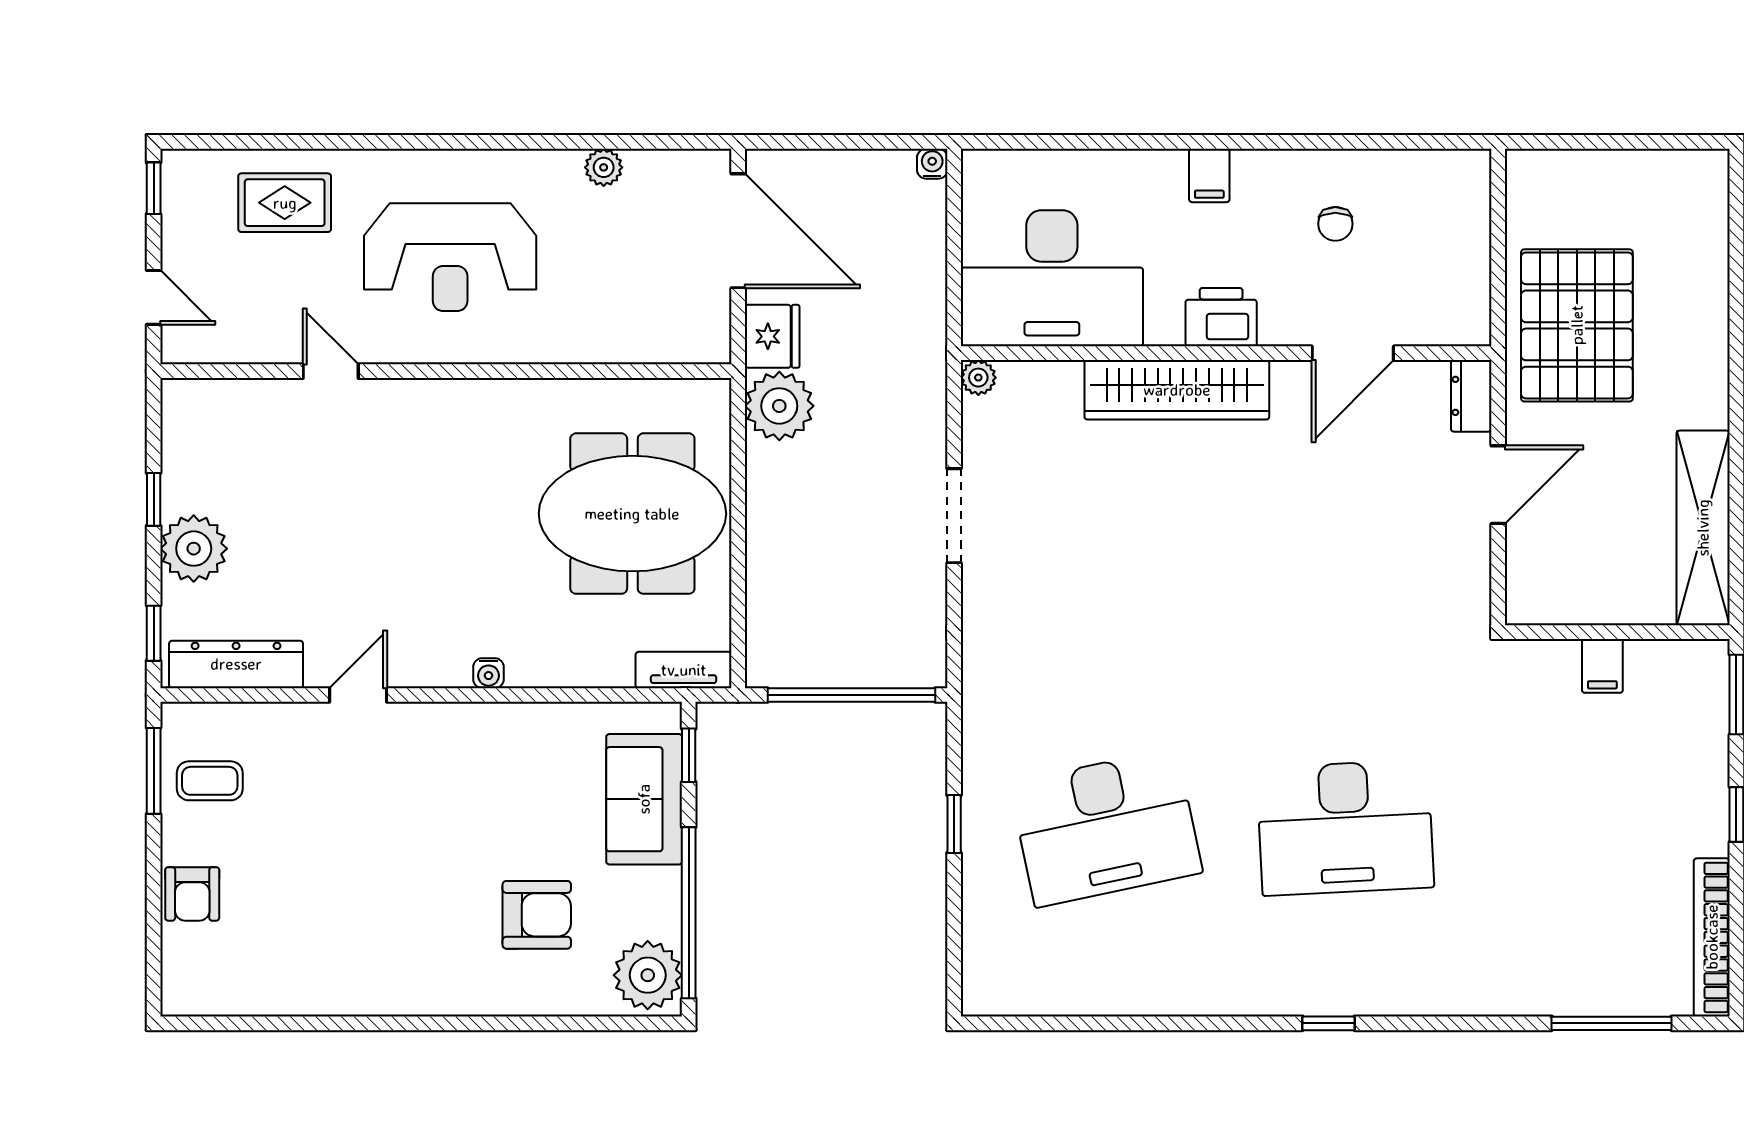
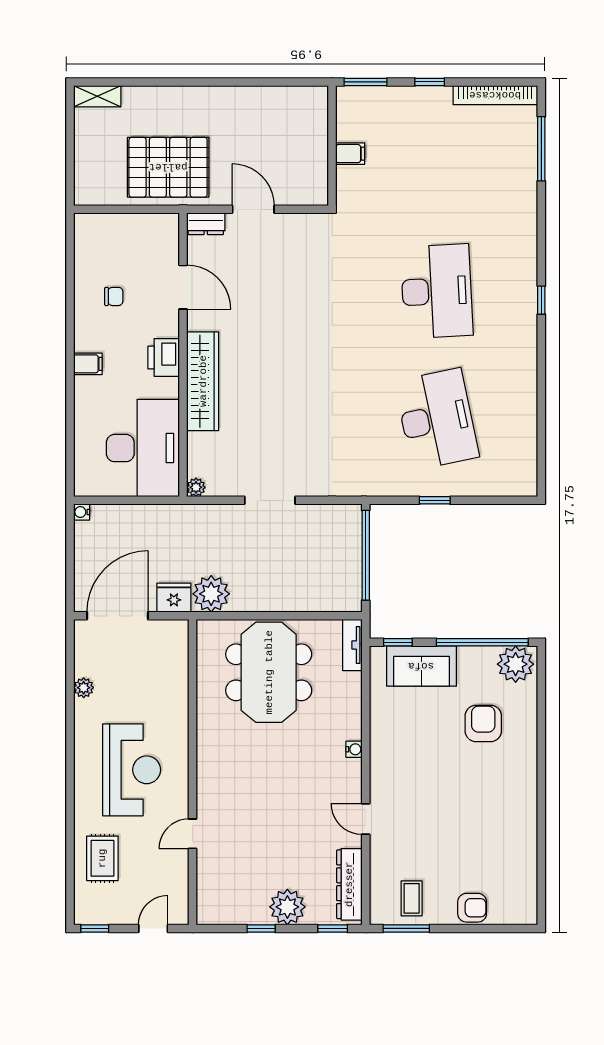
shelving: (1703, 528) -> (97, 96), moved, width x0.45, depth x0.75

